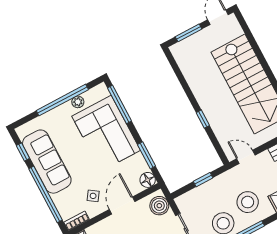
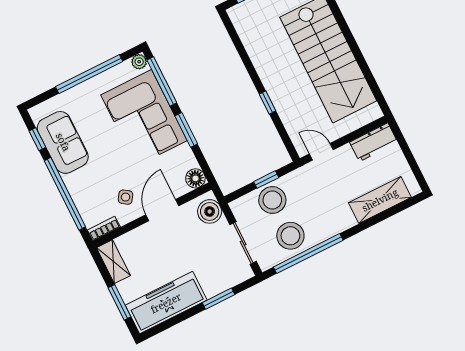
plant: (78, 102) -> (139, 62), moved
window: (147, 155) -> (186, 130), moved
sofa: (47, 162) -> (63, 142), width x0.73
stool: (248, 202) -> (272, 200), moved

